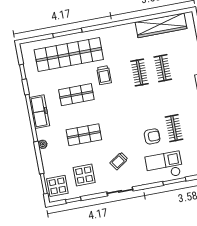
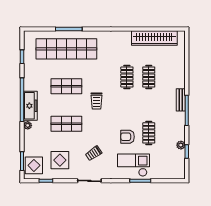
trolley: (104, 75) -> (96, 101), moved
freezer: (40, 112) -> (30, 106), moved
armchair: (152, 136) -> (128, 137), turned 180

